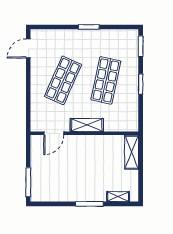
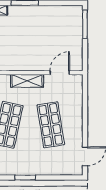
shop shelf: (63, 80) -> (51, 125), turned -33

